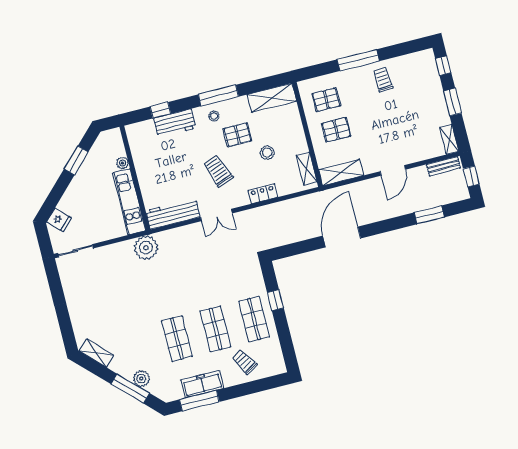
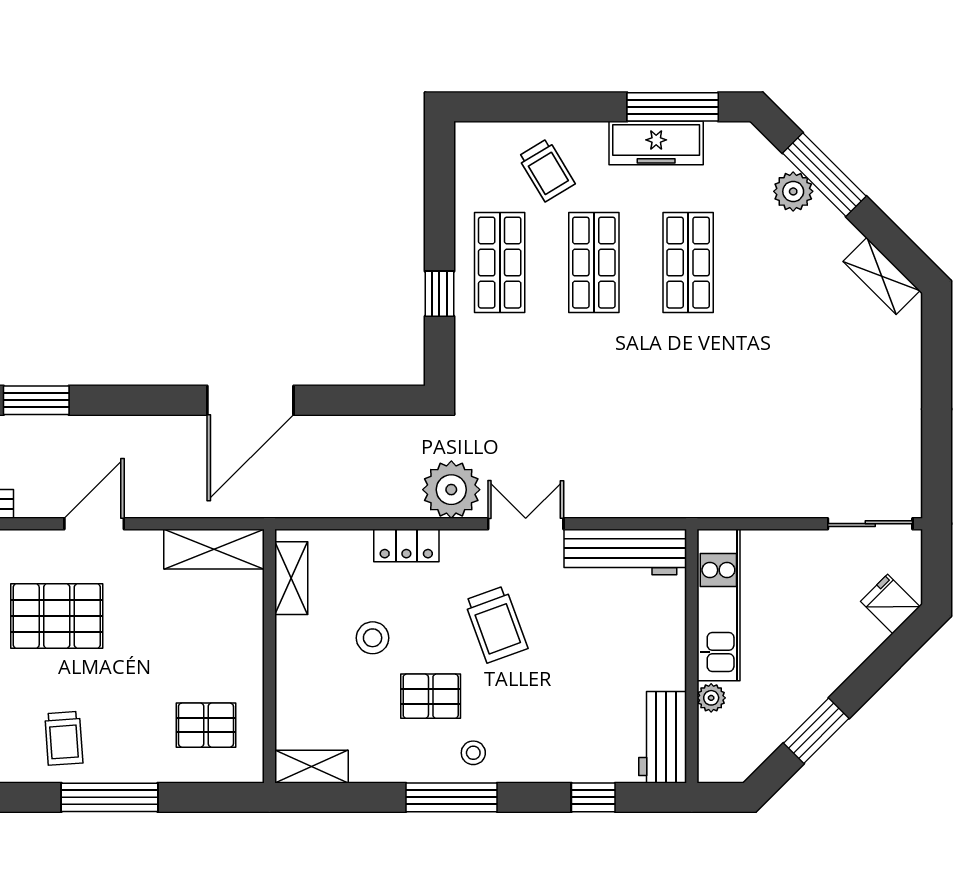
shelving: (272, 98) -> (312, 767), width x0.67, depth x0.75
workbench: (175, 123) -> (663, 737), moved, turned -90
pallet: (336, 130) -> (57, 616), moved, width x1.50, depth x1.42
plant: (146, 248) -> (451, 490), moved

